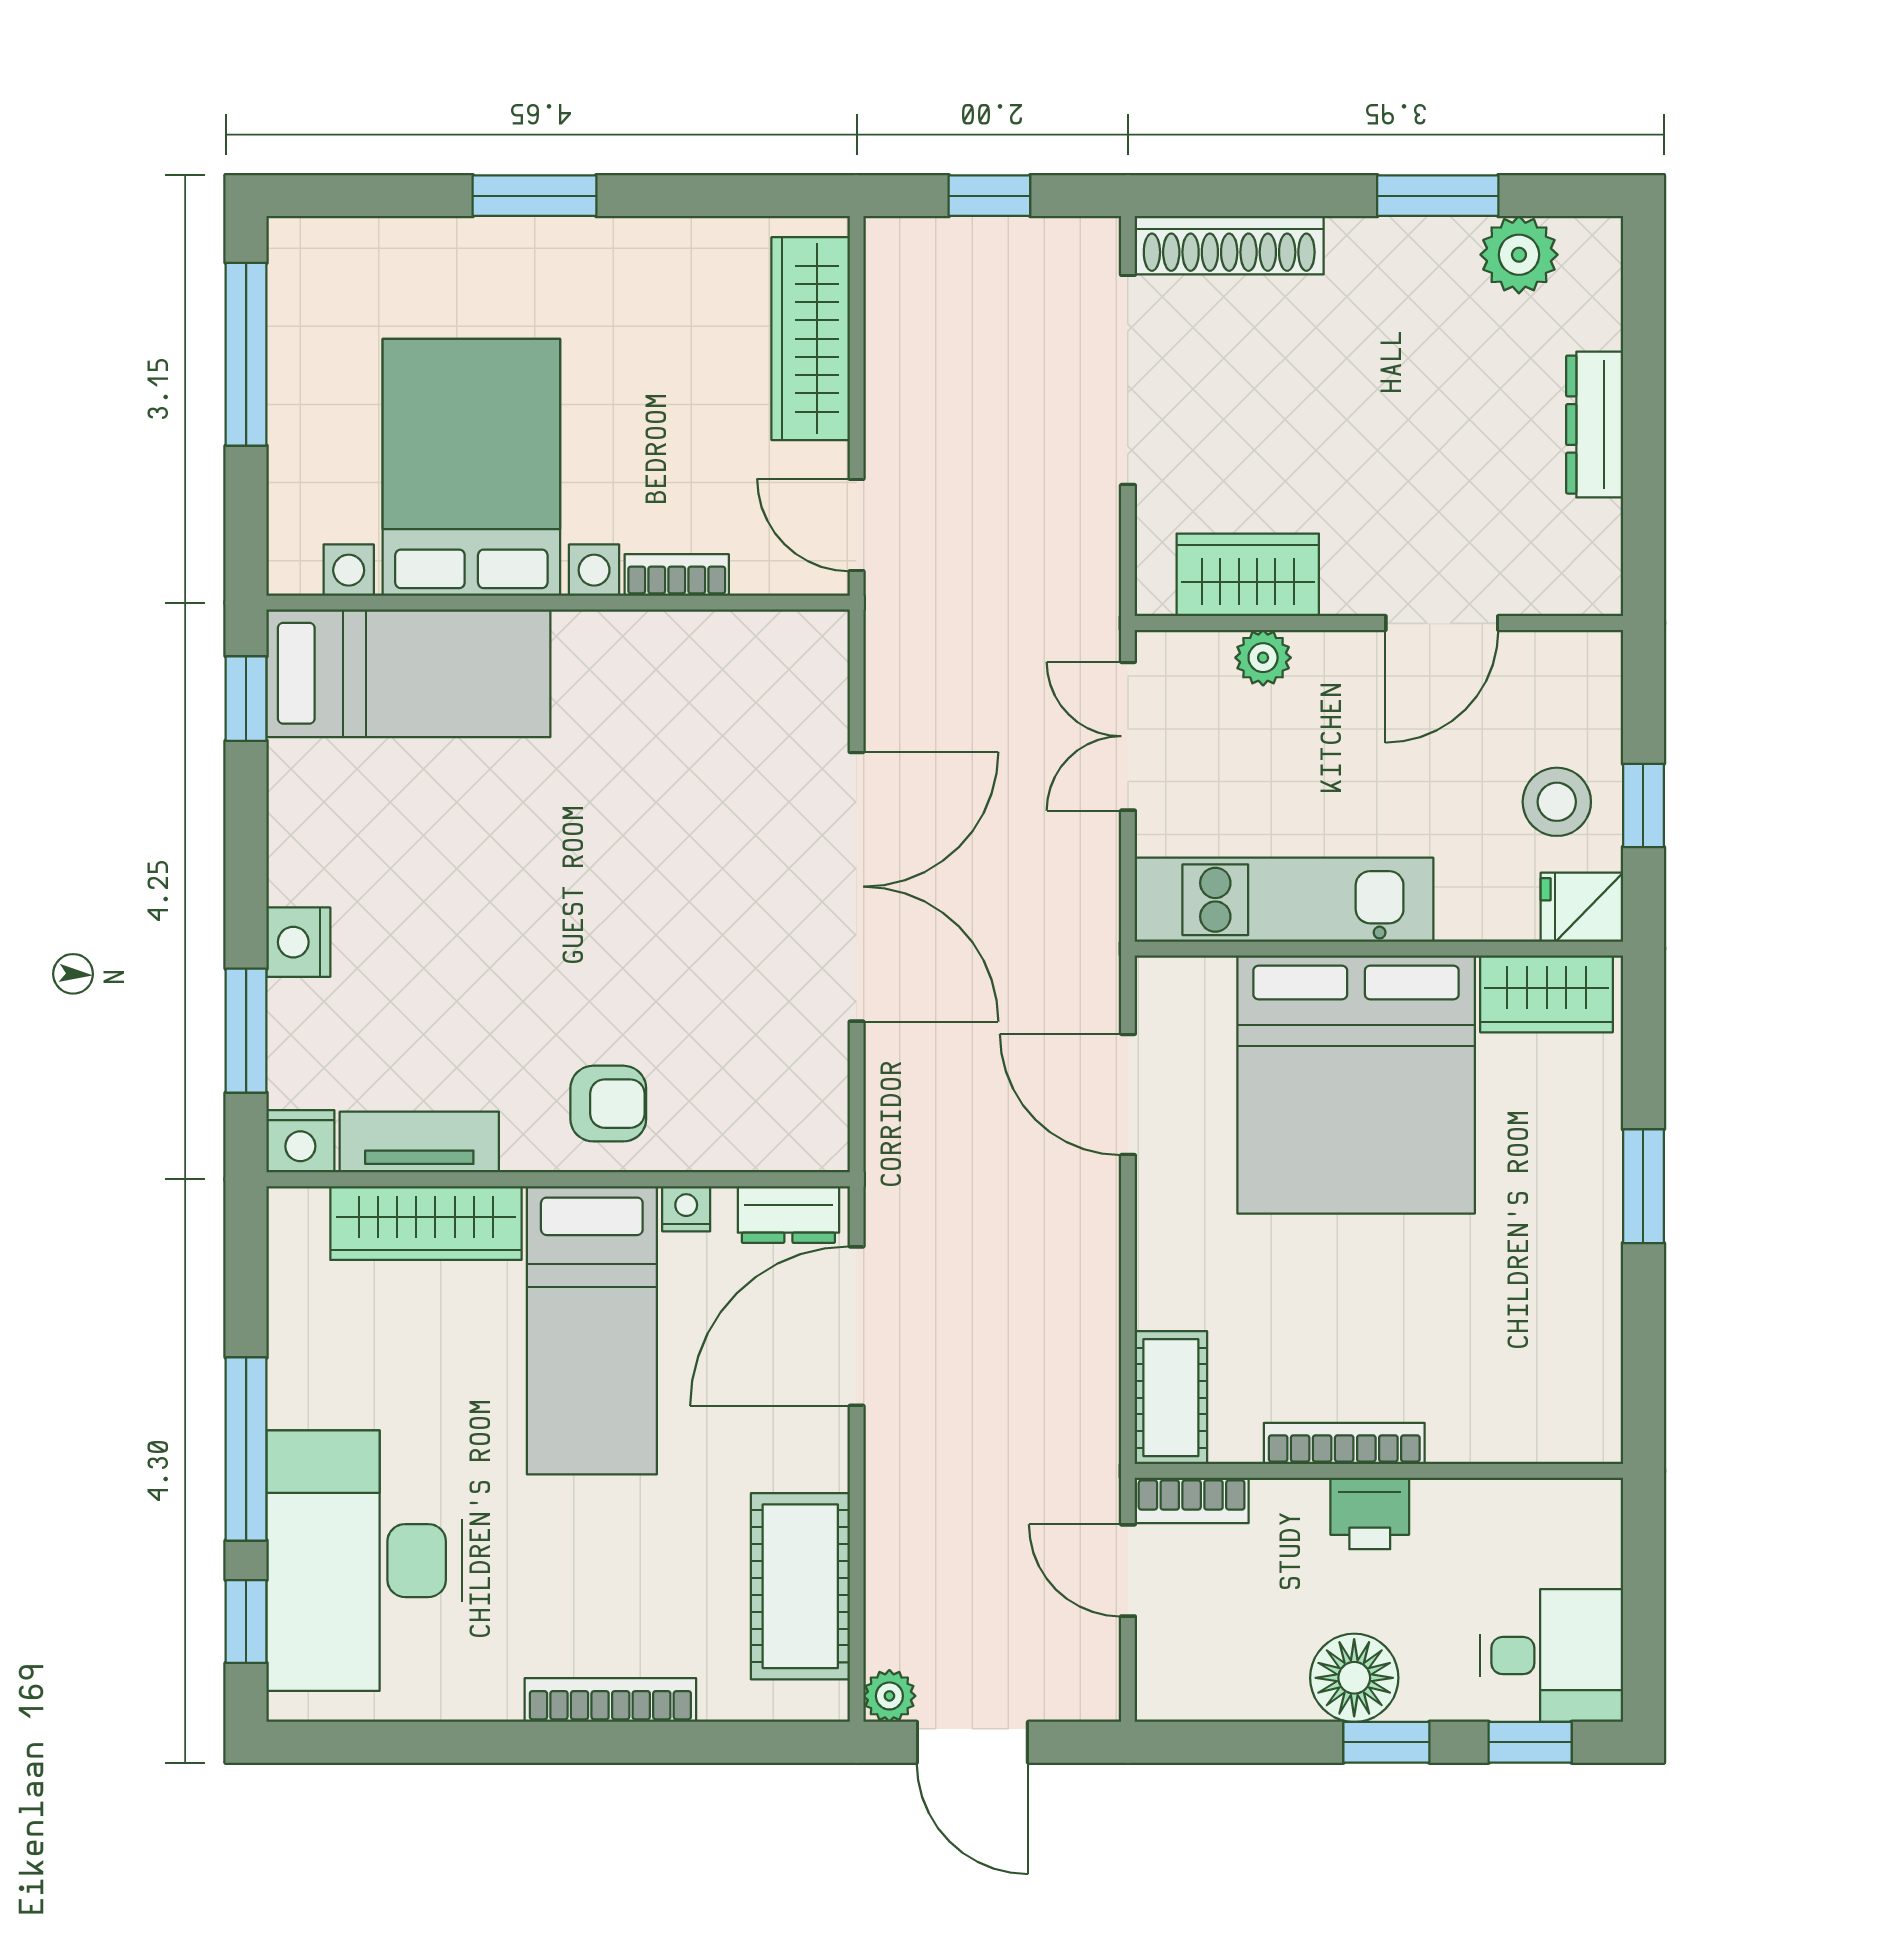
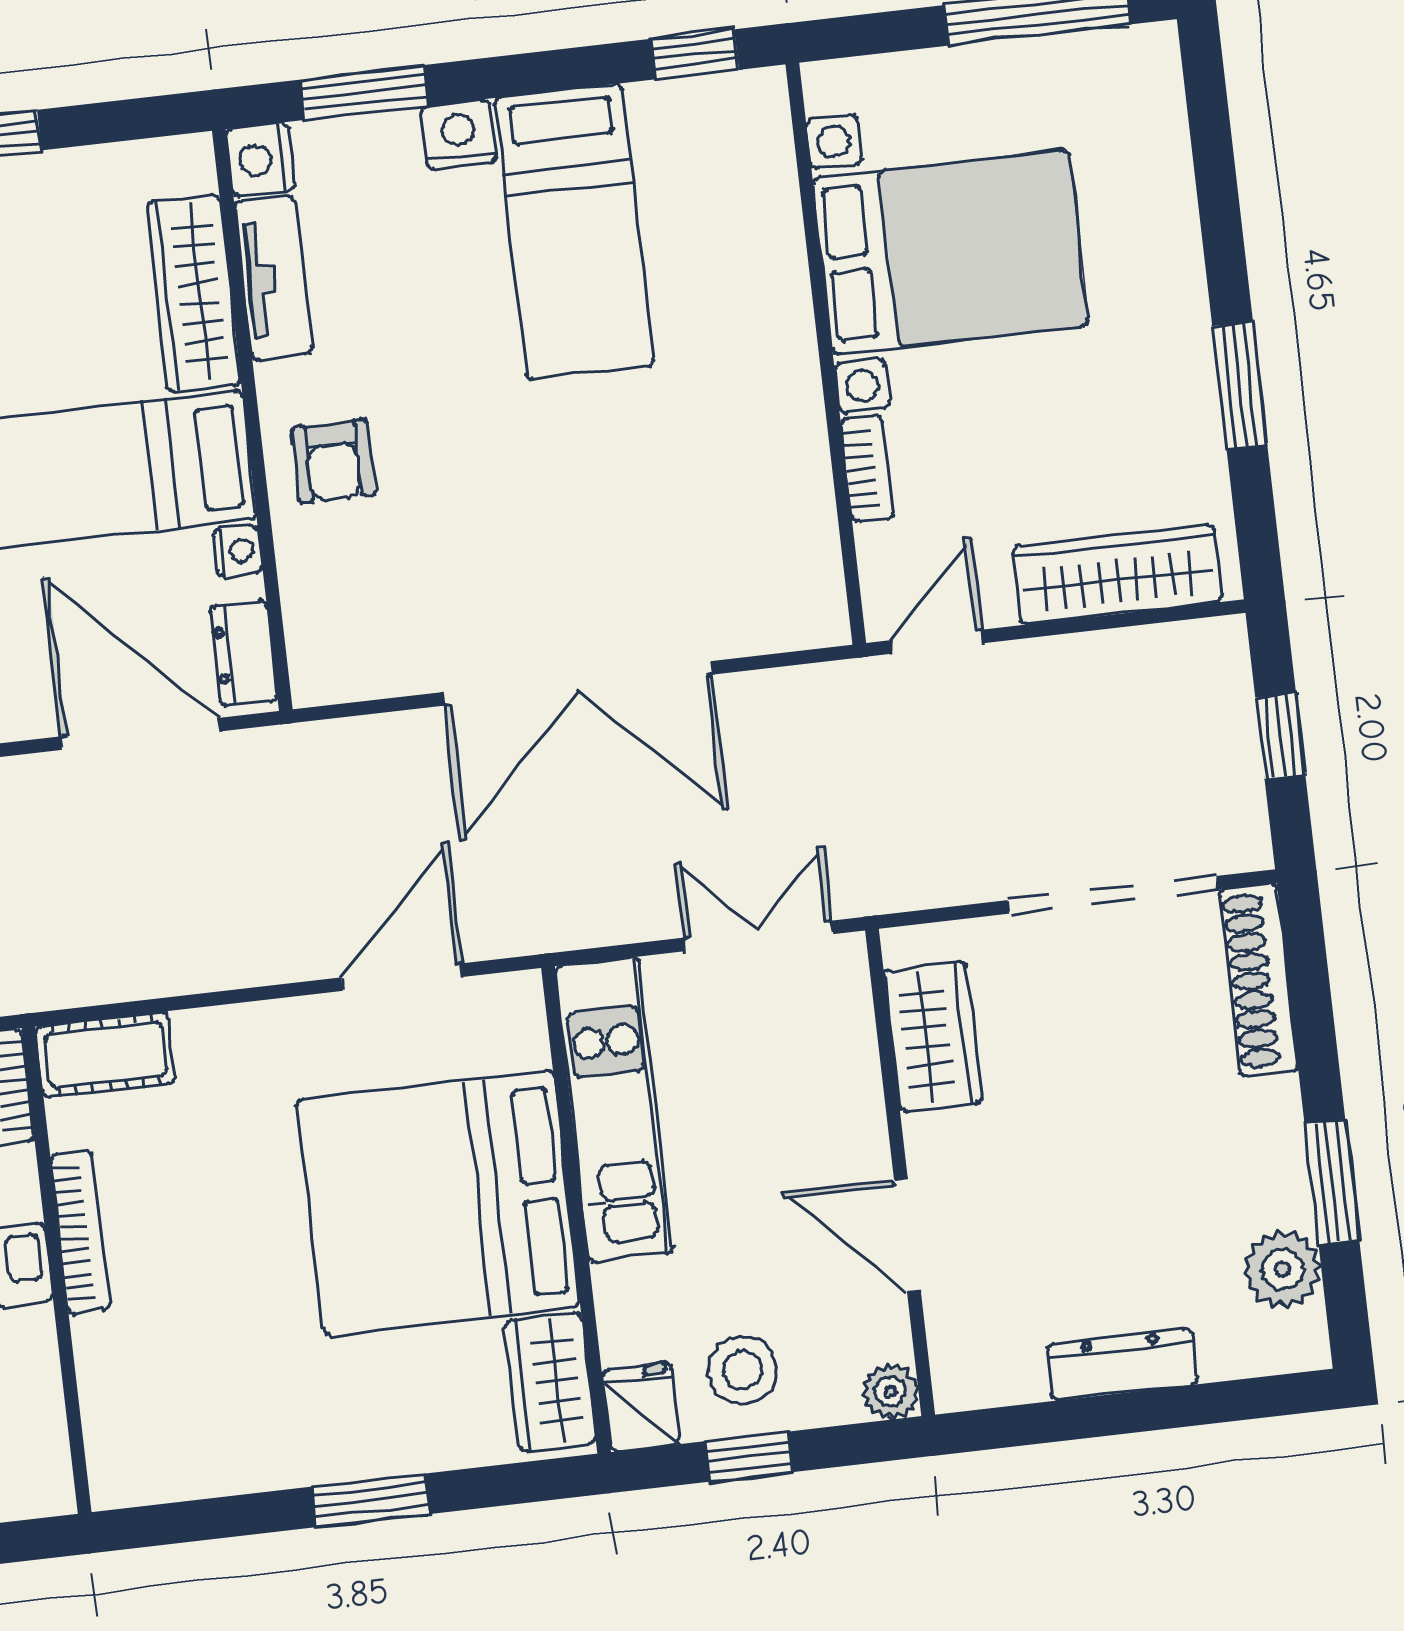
window: (535, 196) -> (1240, 385), moved
plant: (1263, 658) -> (890, 1392), moved
bed: (408, 673) -> (574, 232), moved

